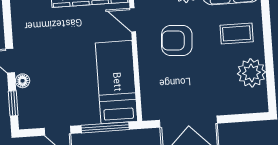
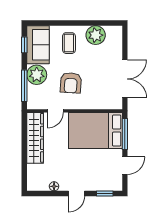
floor lamp: (23, 81) -> (54, 186), moved
bed: (116, 82) -> (95, 131), width x1.50

